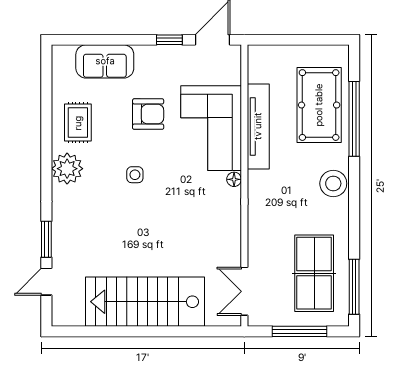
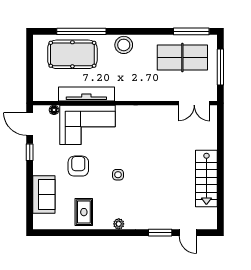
rug: (78, 123) -> (84, 212), turned 90
plant: (67, 169) -> (119, 224), width x0.53, depth x0.53
floor lamp: (234, 179) -> (54, 110), moved
stairs: (145, 302) -> (206, 179), width x0.73, depth x0.66

